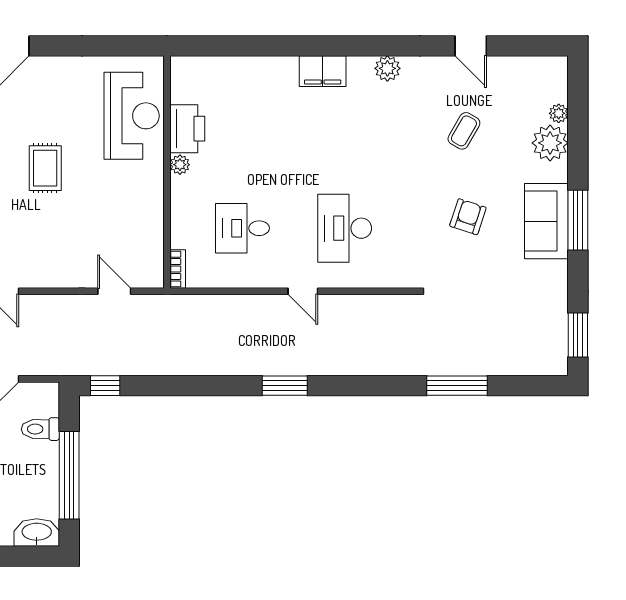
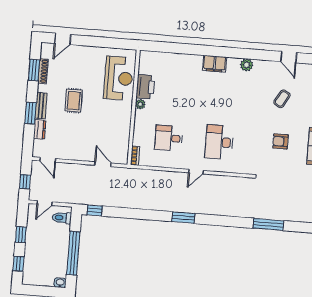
armchair: (468, 217) -> (280, 141), turned -108
door: (303, 291) -> (196, 172), hinge flipped
toilet: (40, 429) -> (62, 218), moved
washbasin: (37, 533) -> (60, 283), width x0.52, depth x0.69

